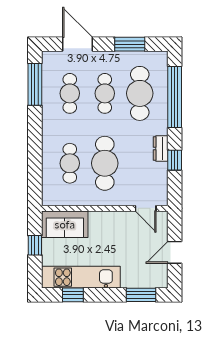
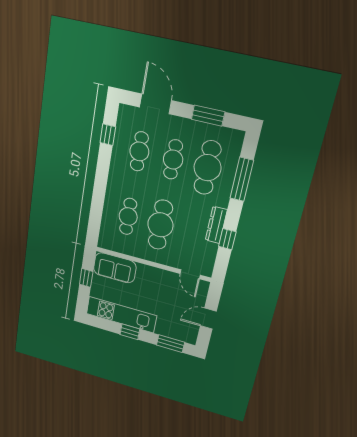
window: (35, 84) -> (108, 135), width x0.46
window: (175, 97) -> (242, 179), width x0.68
dresser: (161, 149) -> (216, 225), width x1.44
window: (73, 295) -> (130, 332), moved

